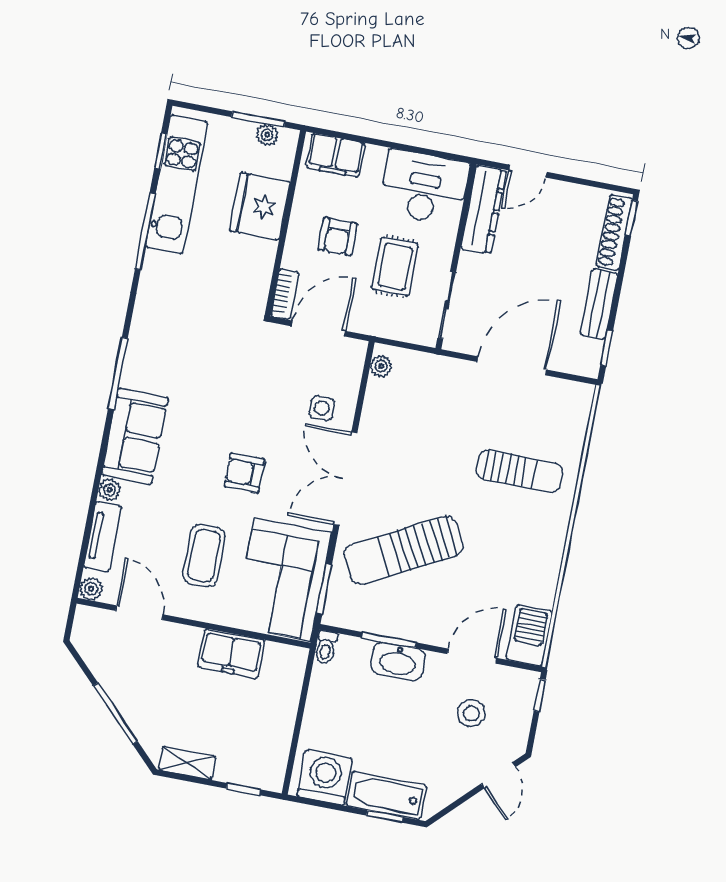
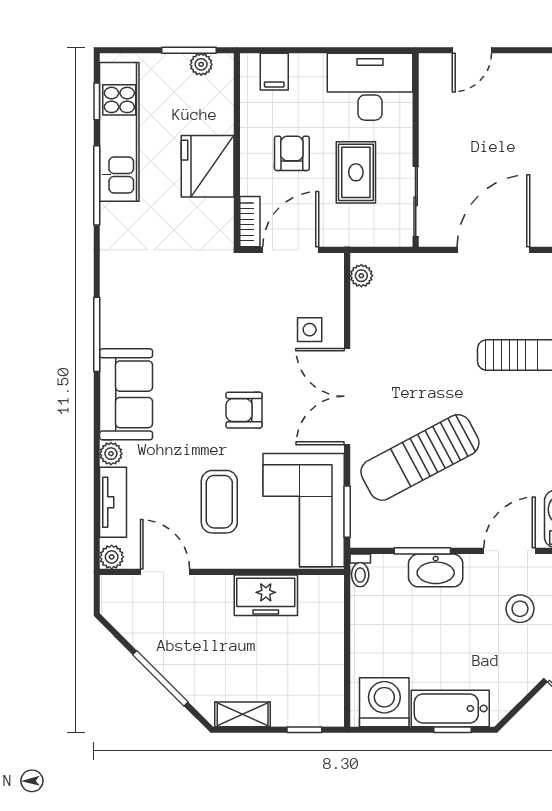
filing cabinet: (336, 155) -> (274, 72), width x0.50
fridge: (260, 206) -> (208, 166), moved
dresser: (484, 209) -> (434, 98), removed
armchair: (337, 237) -> (292, 153), turned 180

